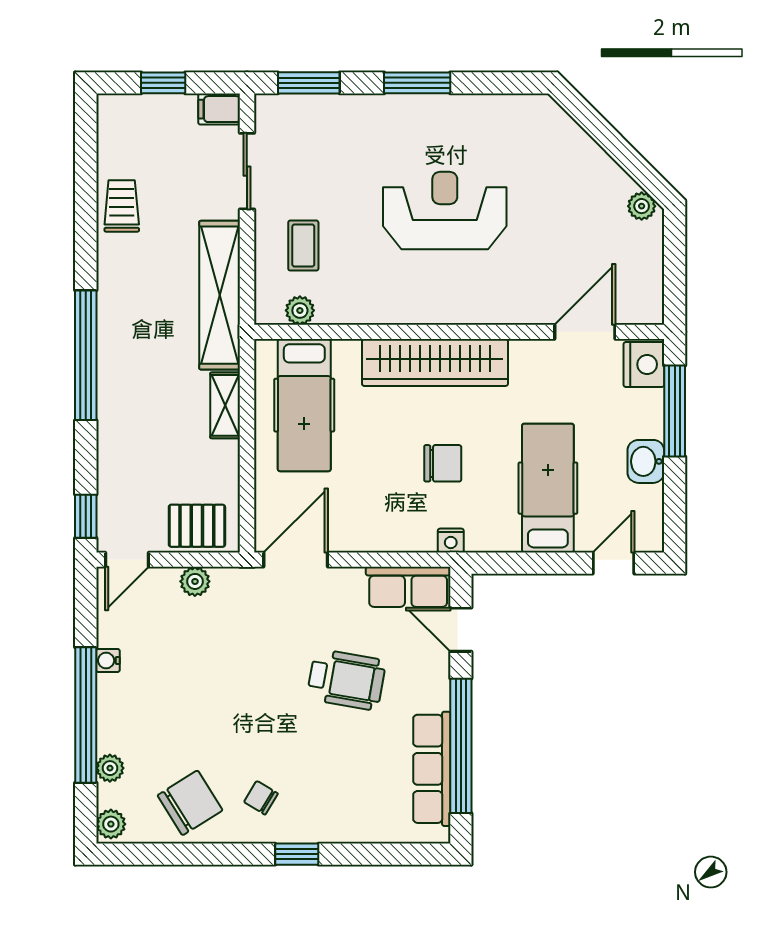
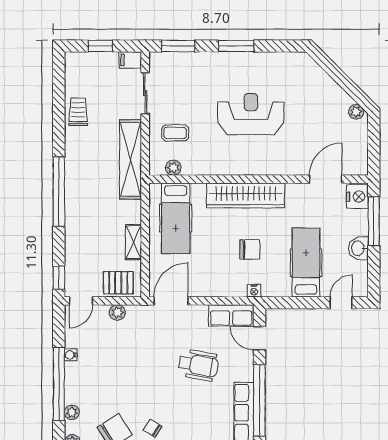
coffee table: (303, 246) -> (175, 133), turned 90
shelving: (225, 405) -> (133, 242), moved

